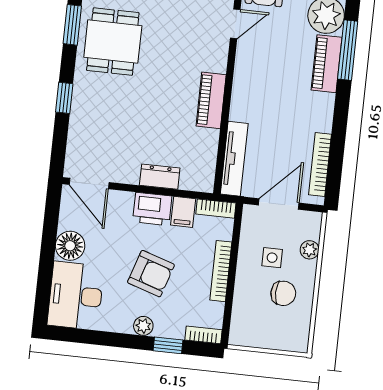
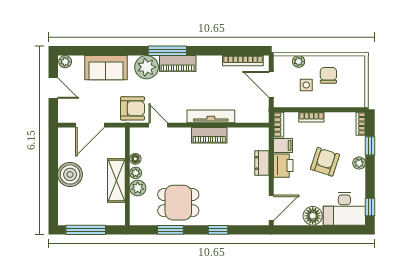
tv unit: (234, 159) -> (211, 116), moved
bookcase: (221, 271) -> (311, 117), width x0.64
window: (74, 335) -> (370, 207), added

